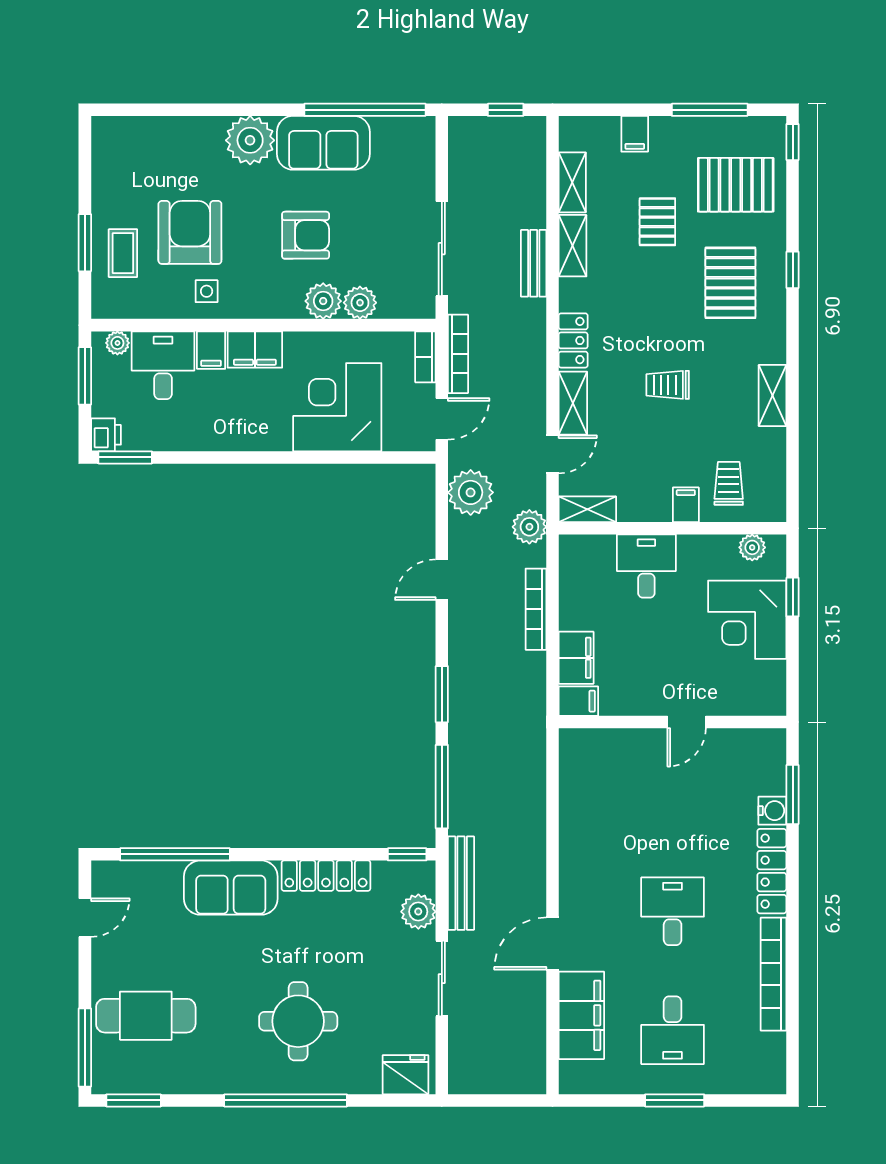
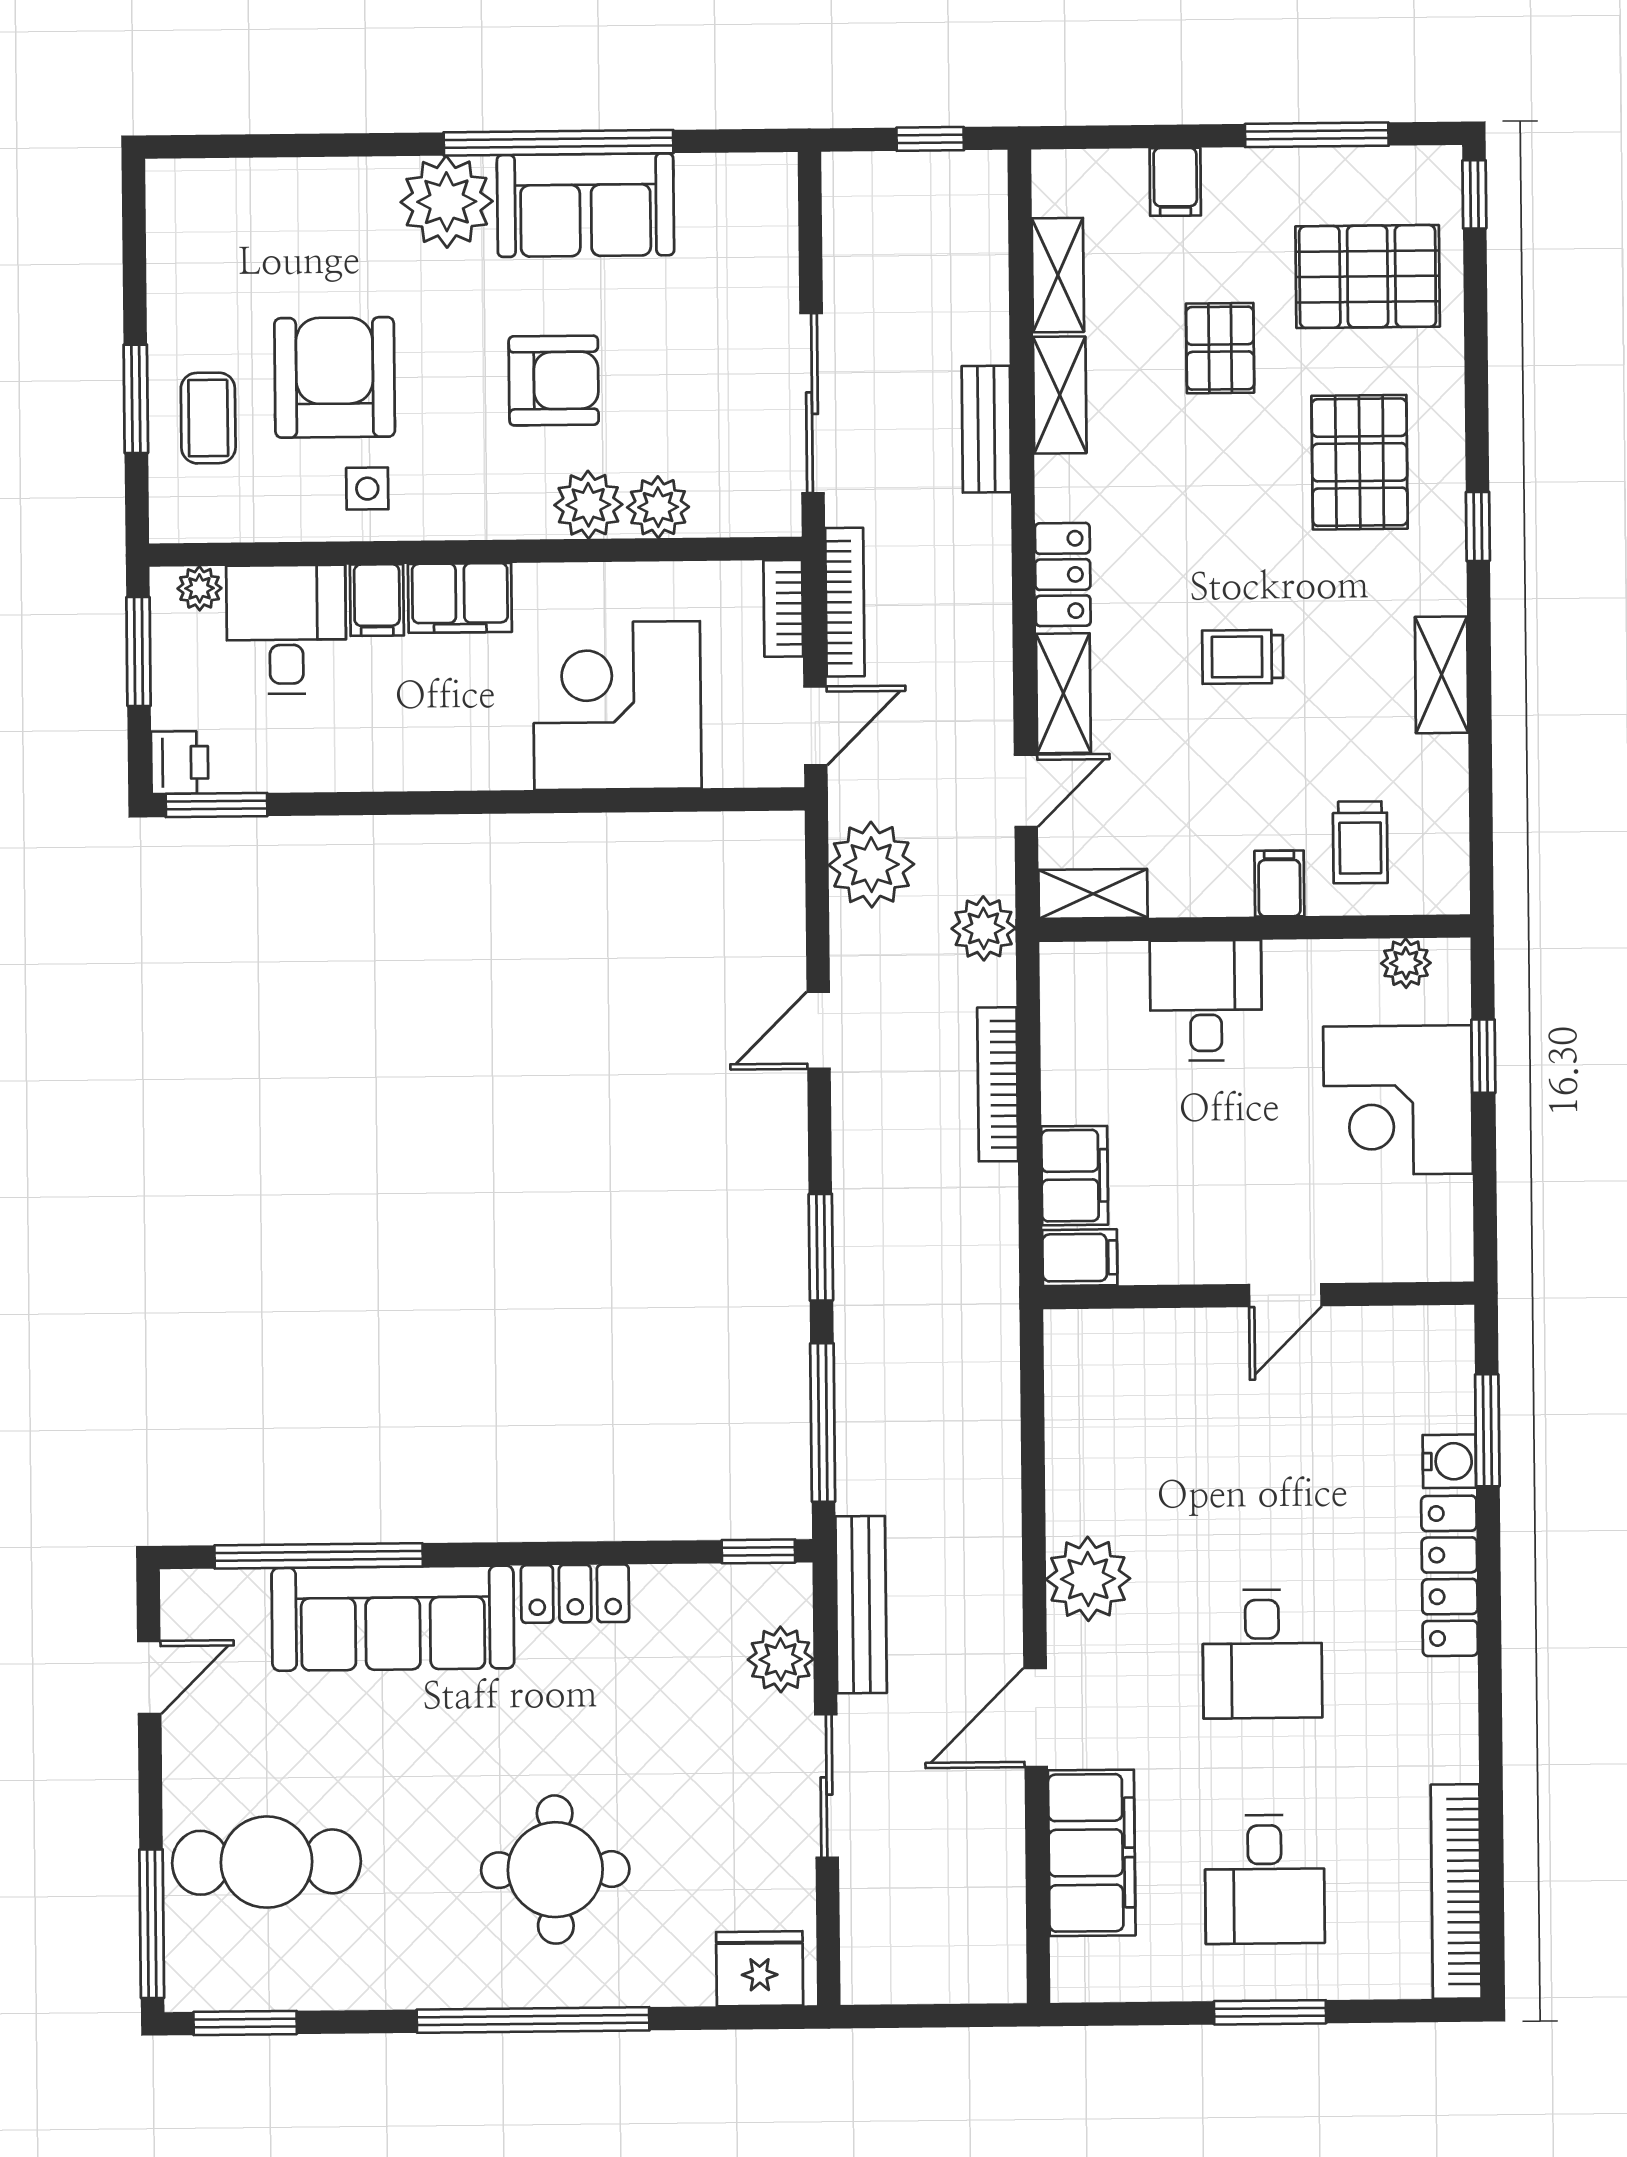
window: (365, 110) -> (558, 143), moved
window: (793, 270) -> (1478, 527), moved
trolley: (729, 483) -> (1360, 842), turned 180
plant: (581, 871) -> (1088, 1579), added
locker: (326, 876) -> (575, 1594), width x0.66
sofa: (231, 888) -> (393, 1618), width x1.36
desk: (673, 911) -> (1262, 1654), turned 180
bookcase: (774, 974) -> (1456, 1892), moved

